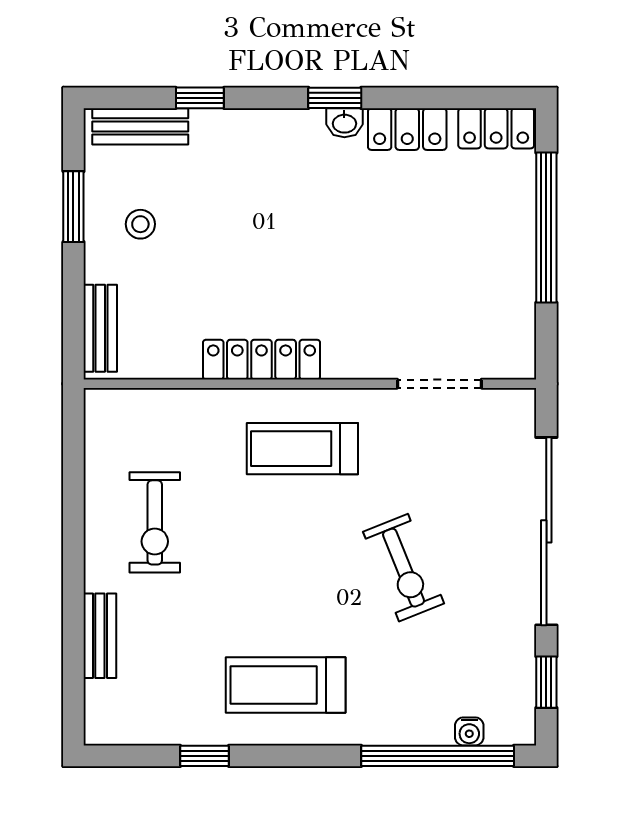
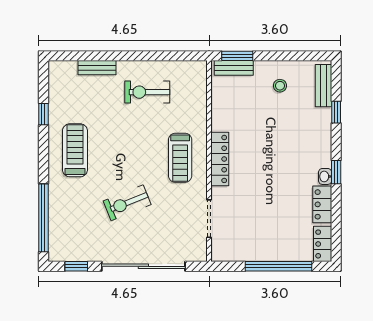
window: (73, 207) -> (237, 56), moved
locker: (261, 360) -> (220, 159), moved
treadmill: (302, 449) -> (180, 158), turned 180
water cooler: (469, 731) -> (54, 232), removed

